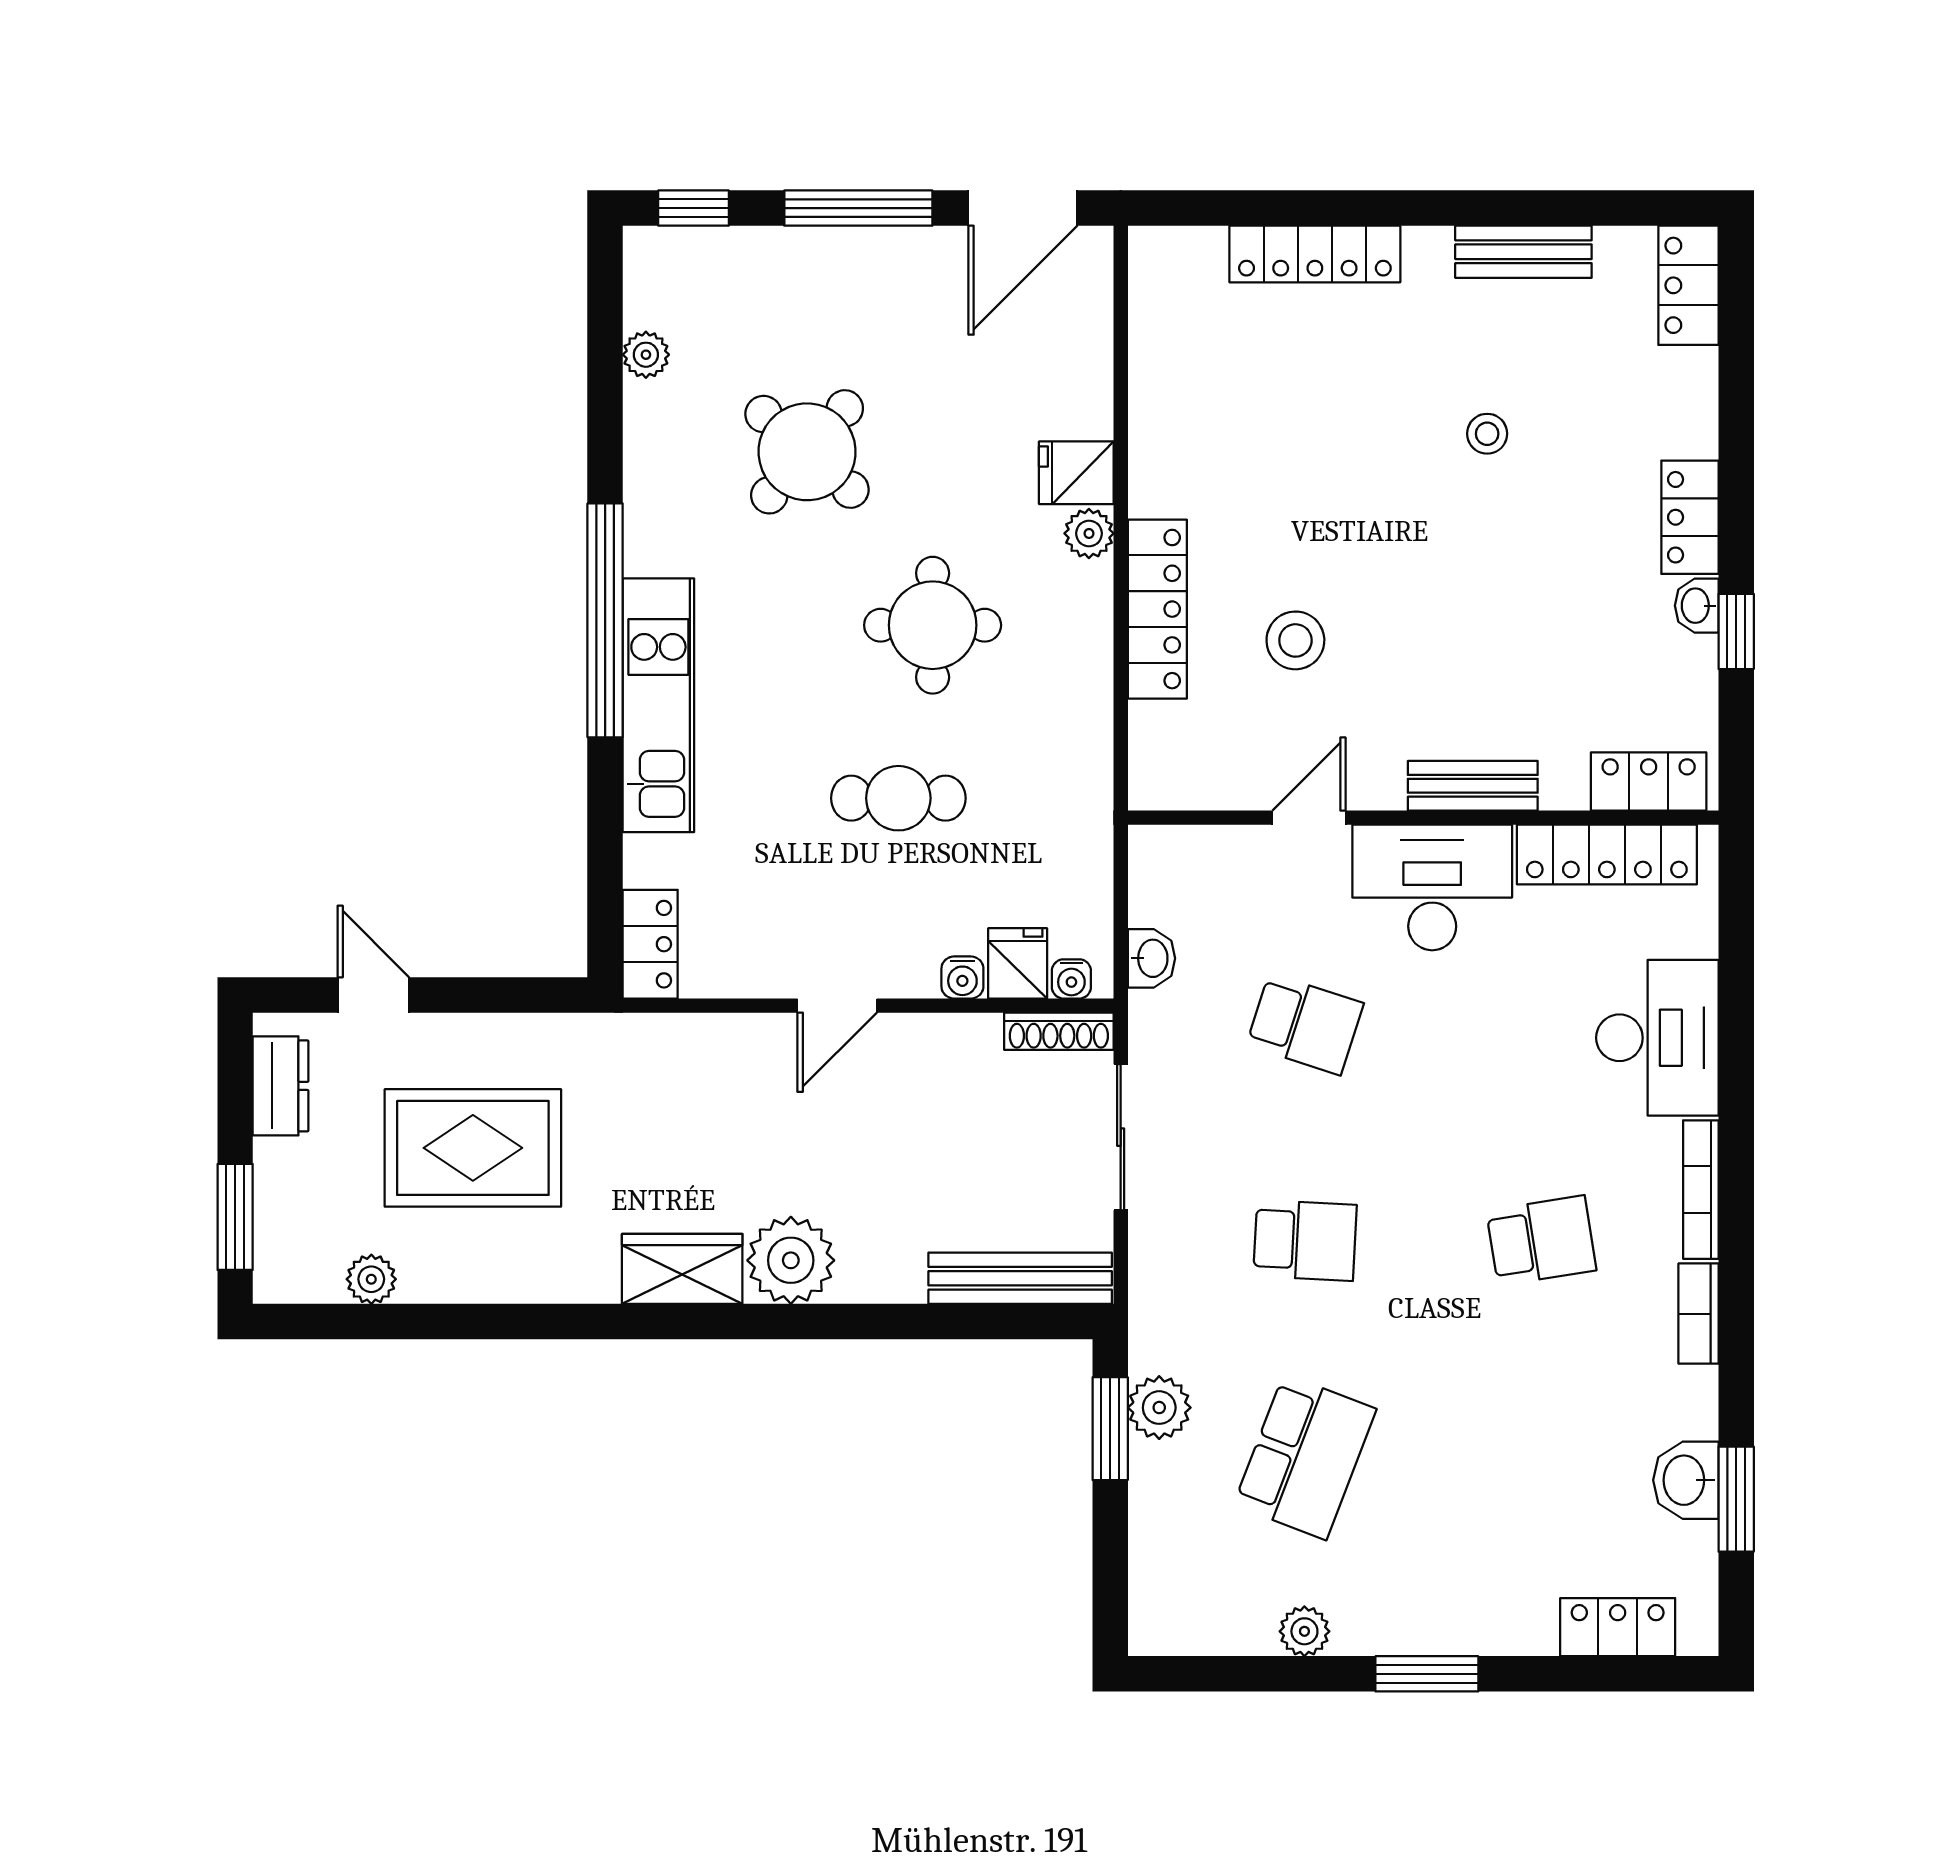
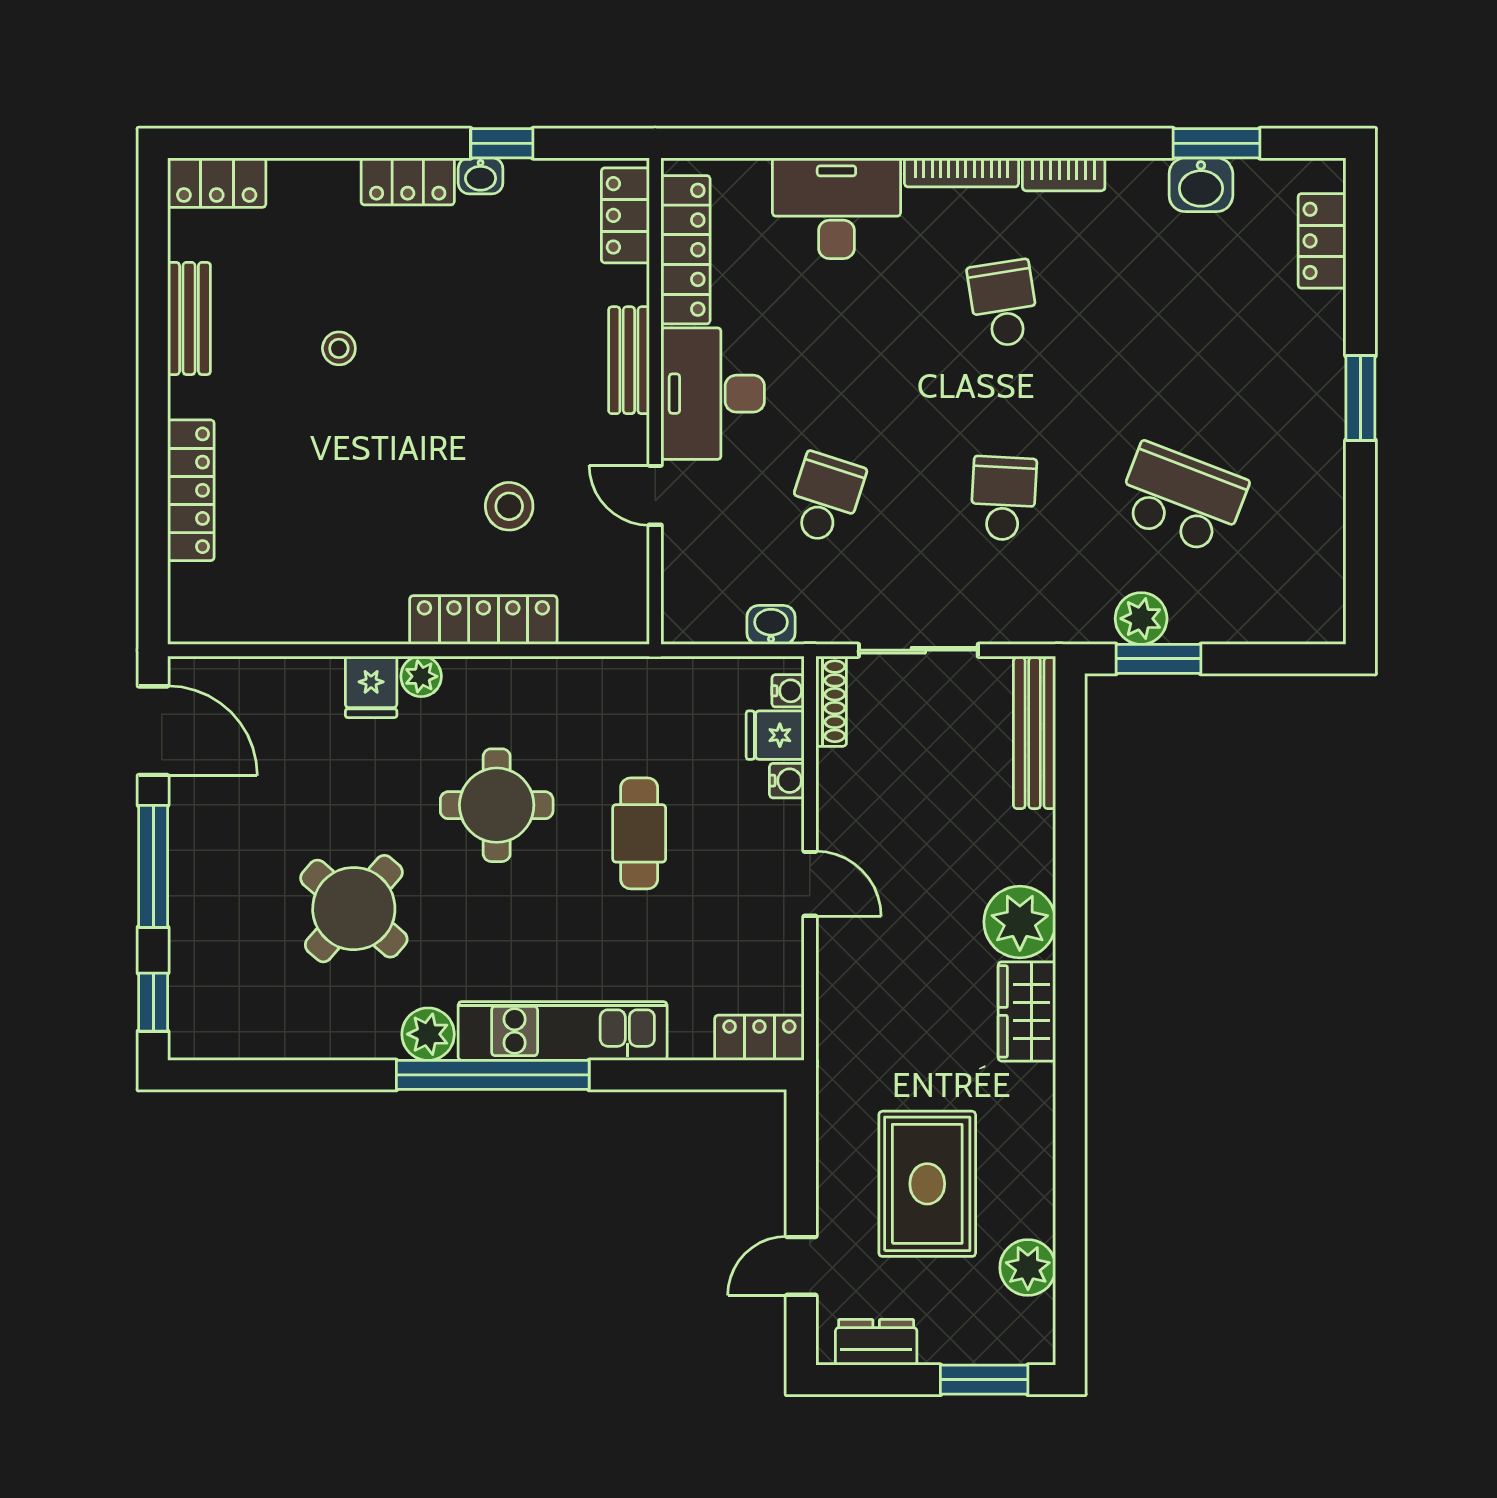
plant: (646, 355) -> (428, 1034), moved, width x1.38, depth x1.38
plant: (371, 1279) -> (1028, 1268), width x1.38, depth x1.38
plant: (1304, 1631) -> (1325, 499), removed

